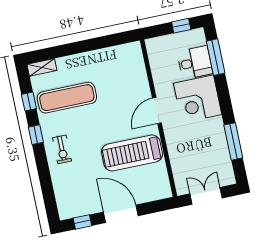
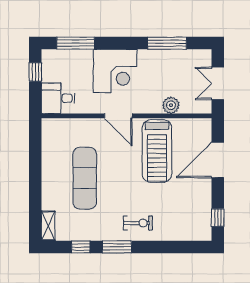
desk: (195, 63) -> (58, 98), moved, turned -90
exercise mat: (67, 98) -> (85, 178), moved
window: (36, 135) -> (117, 247), width x1.50
plant: (177, 157) -> (171, 105), added
door: (121, 214) -> (218, 160), moved

